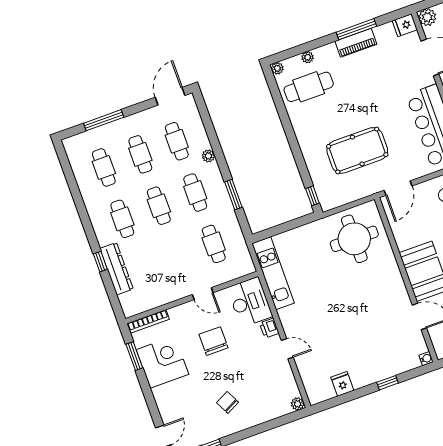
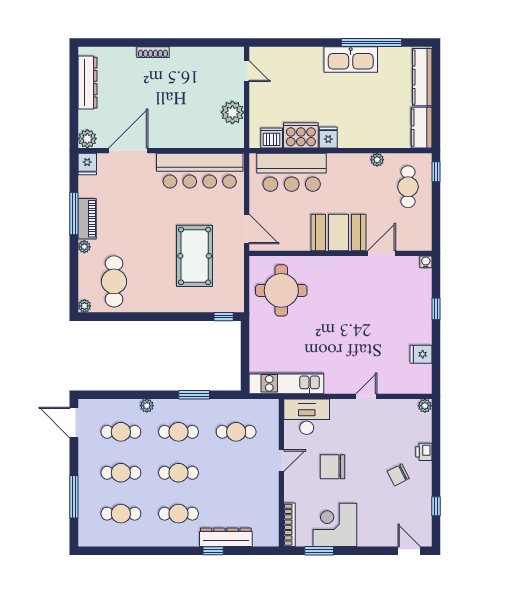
plant: (308, 57) -> (84, 247), moved
printer: (269, 328) -> (424, 452), moved, turned 90

